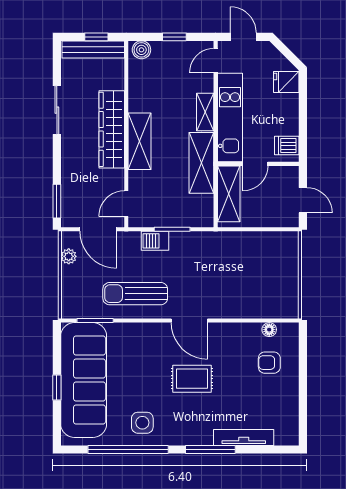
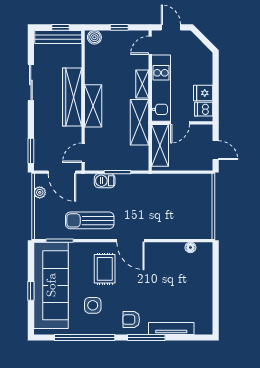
fridge: (286, 82) -> (203, 93), moved
armchair: (269, 363) -> (131, 320), moved
rug: (192, 379) -> (105, 269), moved, turned 90
side table: (142, 423) -> (93, 305), moved

